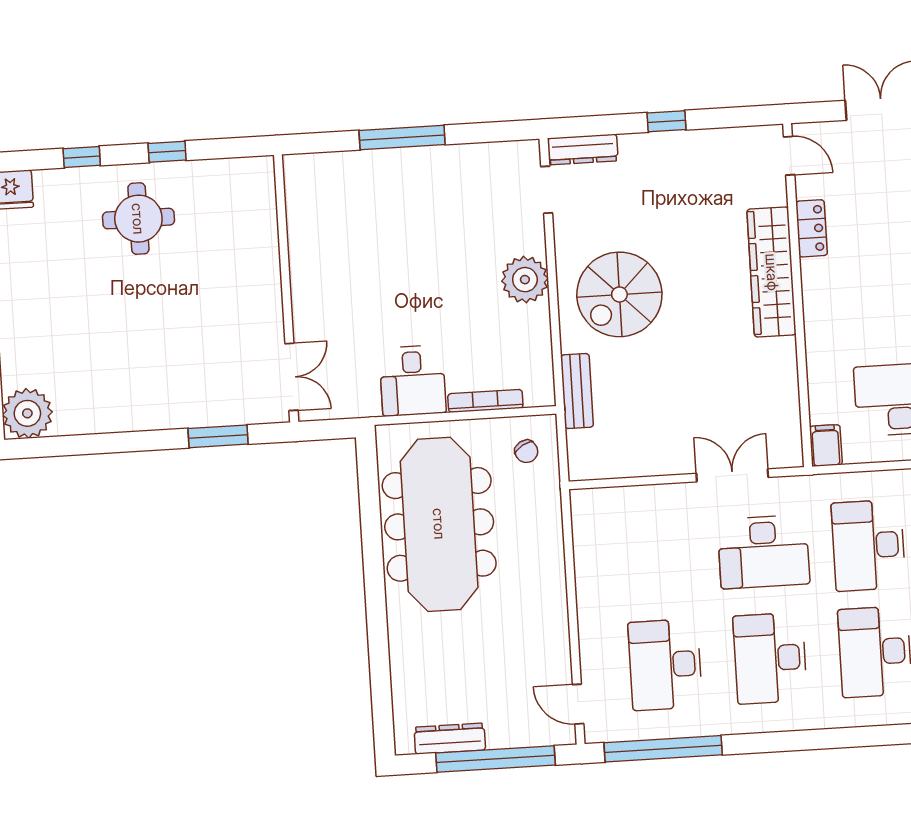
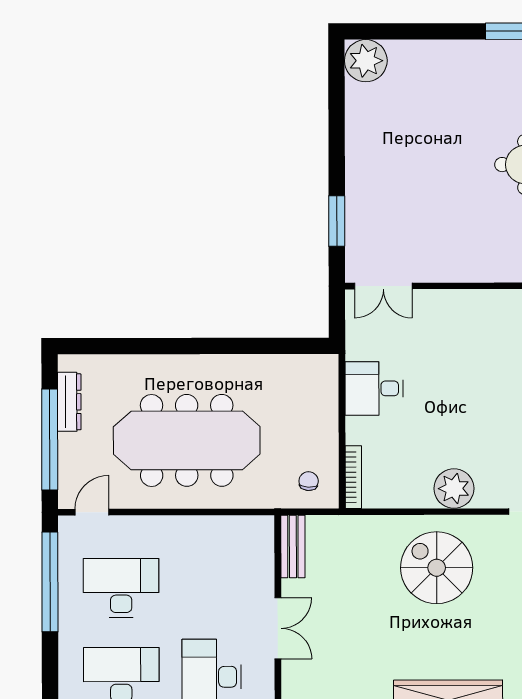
bench: (577, 391) -> (293, 547), moved, turned 90
bookcase: (485, 401) -> (353, 477), moved
chair: (526, 451) -> (309, 481), turned 124
double door: (732, 475) -> (278, 628), moved
meeting table: (439, 524) -> (187, 440), moved

